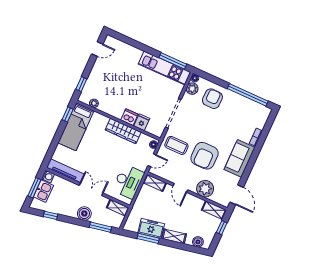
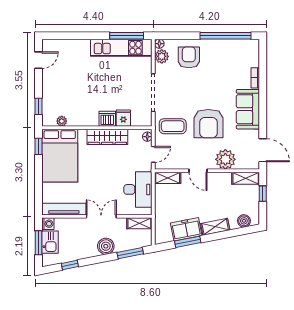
bed: (76, 127) -> (60, 156), width x1.50

